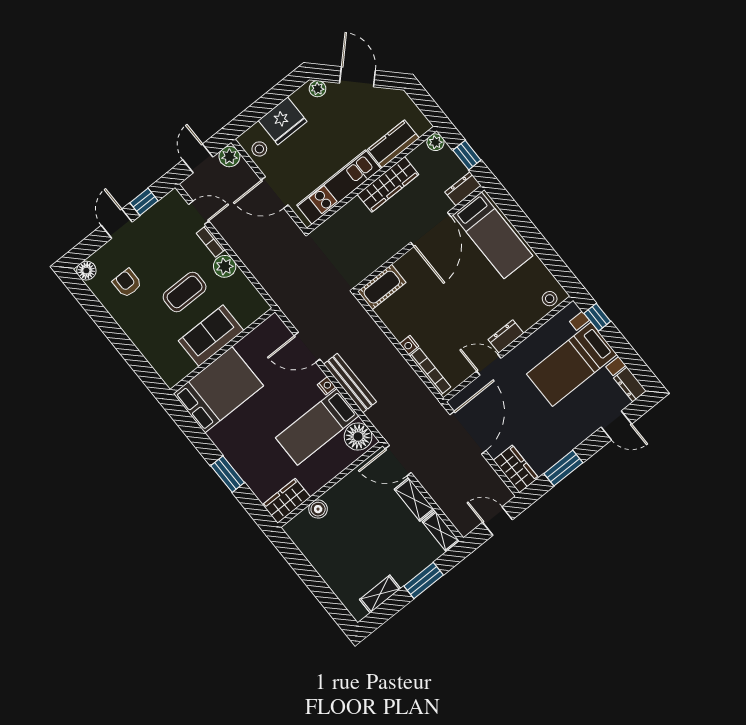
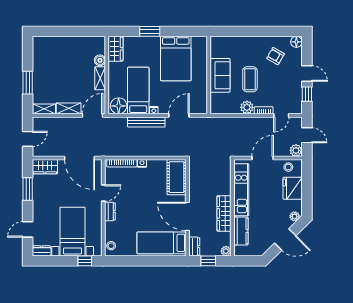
armchair: (127, 283) -> (275, 56), turned -150
cot: (382, 287) -> (177, 177), width x1.37, depth x1.34
bed: (218, 390) -> (176, 59), moved
shelving: (380, 594) -> (100, 78), moved

